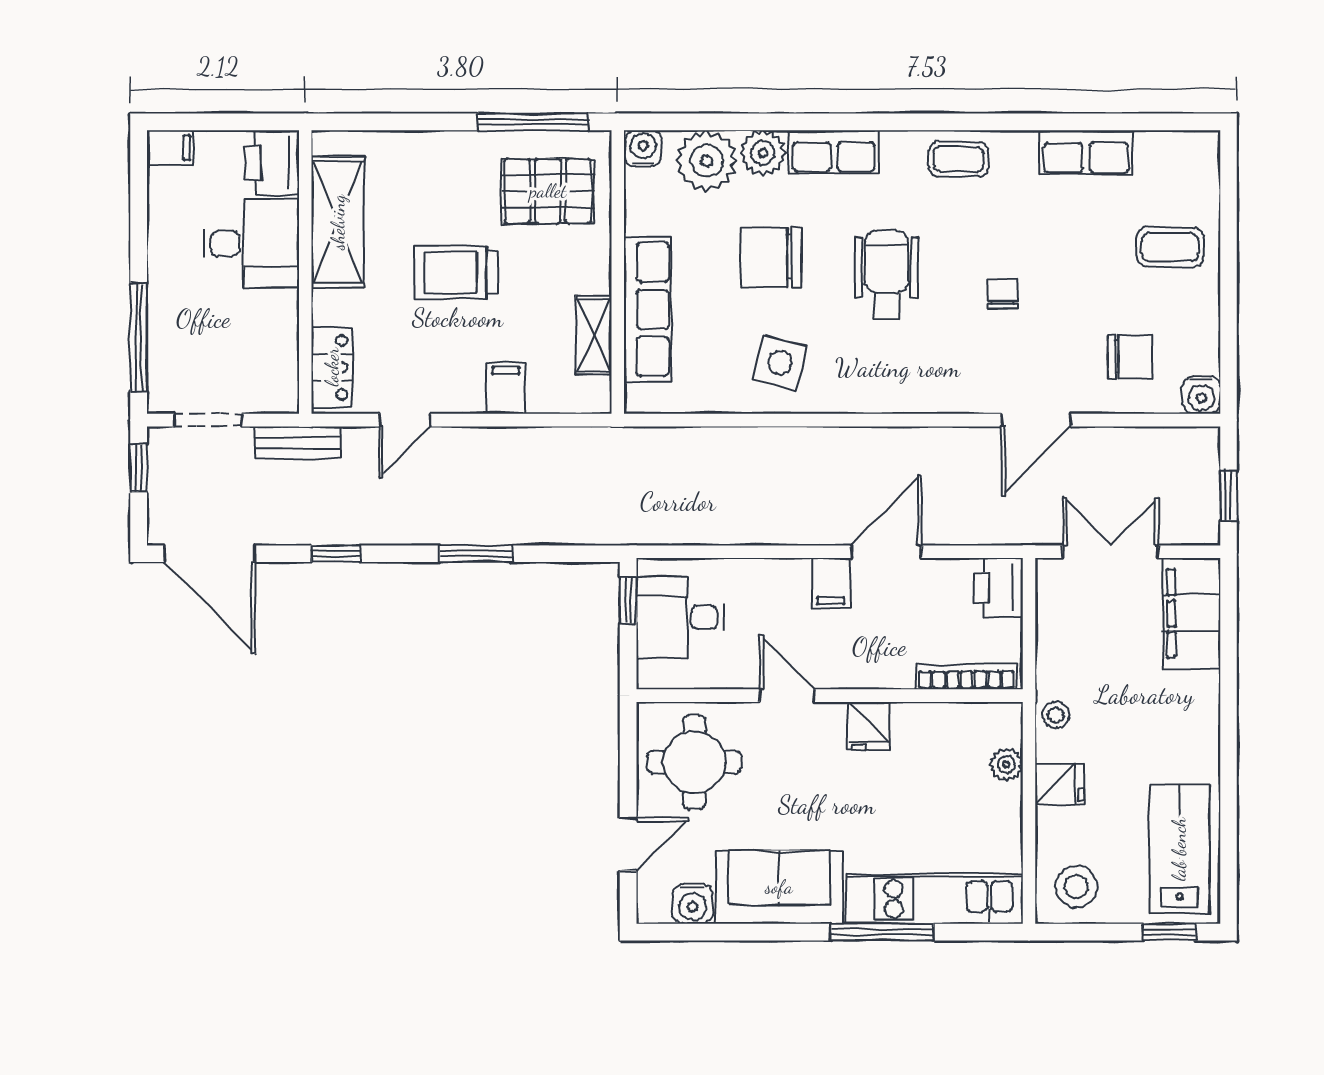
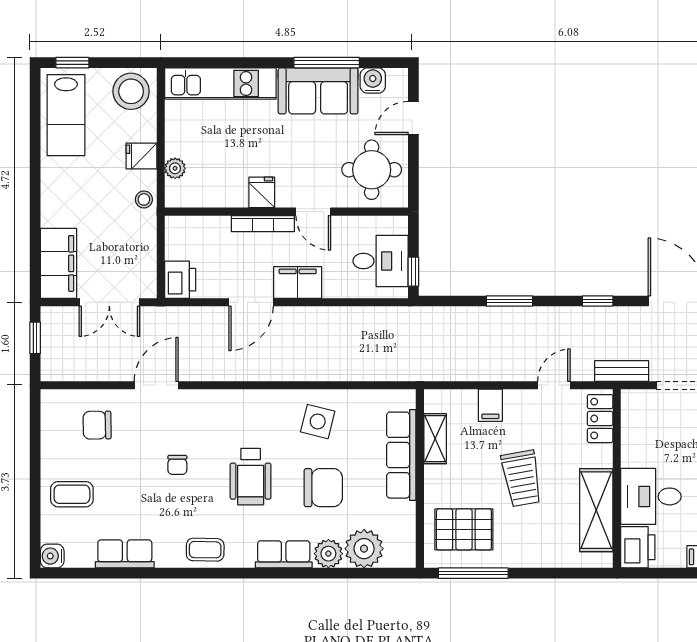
water cooler: (643, 148) -> (404, 556), removed
trolley: (456, 272) -> (522, 478), turned 80
water cooler: (1201, 395) -> (52, 556), moved, turned -90
filing cabinet: (831, 583) -> (298, 282), width x2.00
bookcase: (967, 677) -> (263, 224), moved
stool: (1076, 887) -> (131, 91), width x1.38, depth x1.38
window: (882, 932) -> (327, 63), moved

